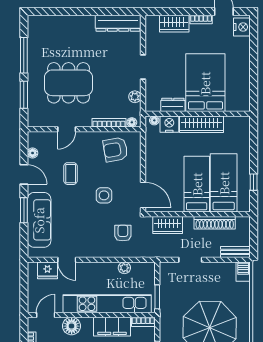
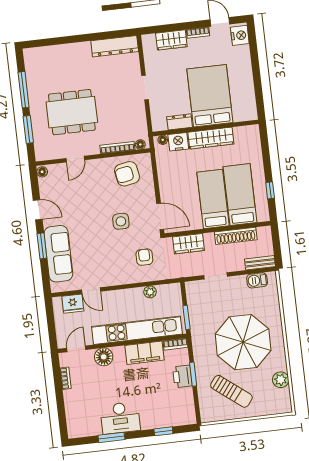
plant: (135, 97) -> (140, 118), removed
floor lamp: (33, 153) -> (42, 172), moved
coffee table: (71, 174) -> (85, 203), removed
barbecue: (243, 272) -> (257, 280), moved, turned -90

